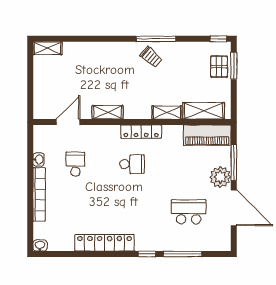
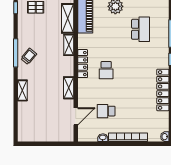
shelving: (47, 48) -> (22, 90), moved
door: (68, 122) -> (76, 116), swing flipped
school desk: (132, 164) -> (106, 70), turned 180
school desk: (189, 212) -> (141, 29), turned 180

